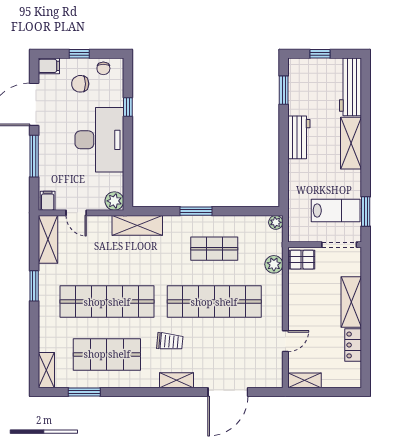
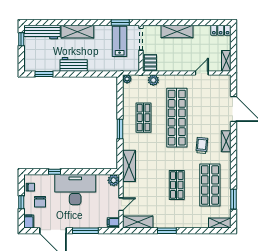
window: (320, 54) -> (21, 39), moved
shop shelf: (107, 302) -> (177, 185), width x0.50, depth x0.74
door: (285, 341) -> (202, 73), hinge flipped
locker: (353, 345) -> (221, 30), moved

